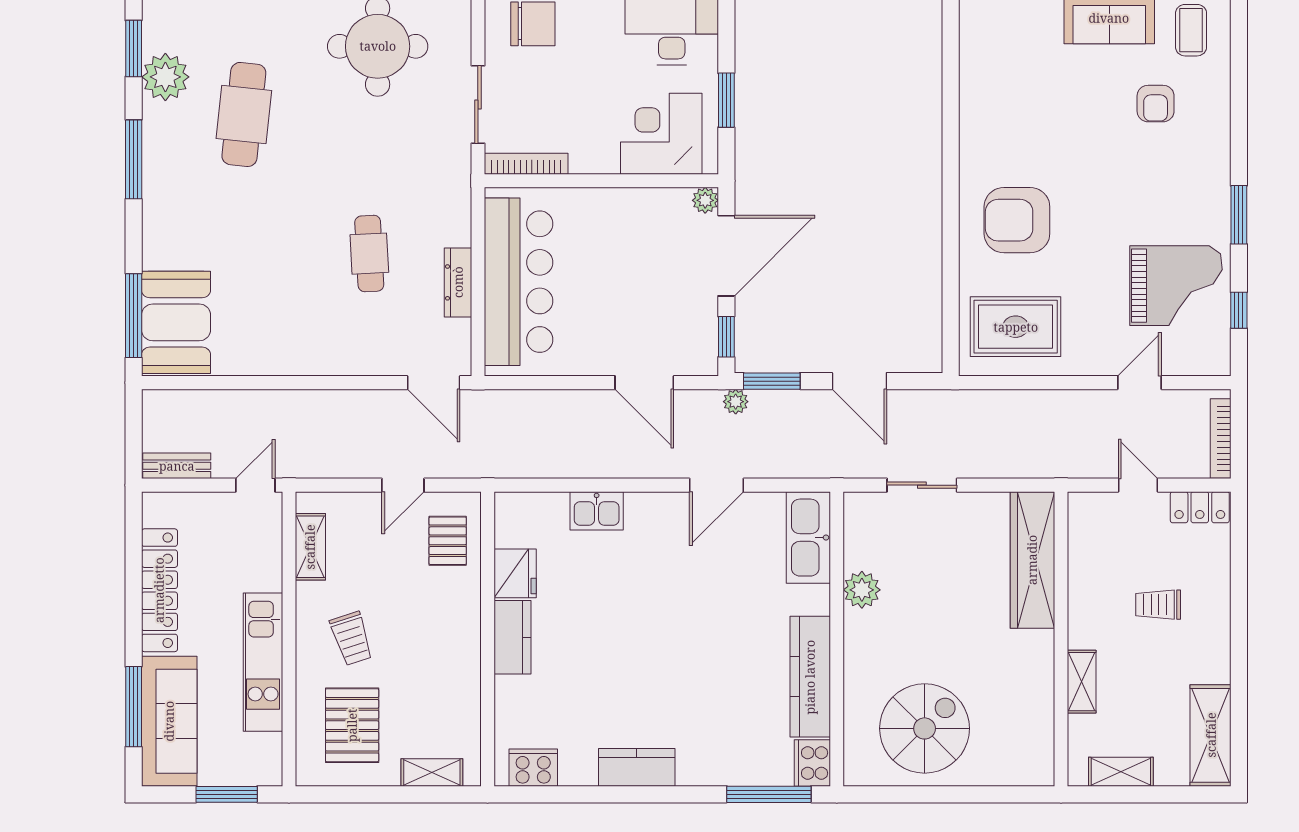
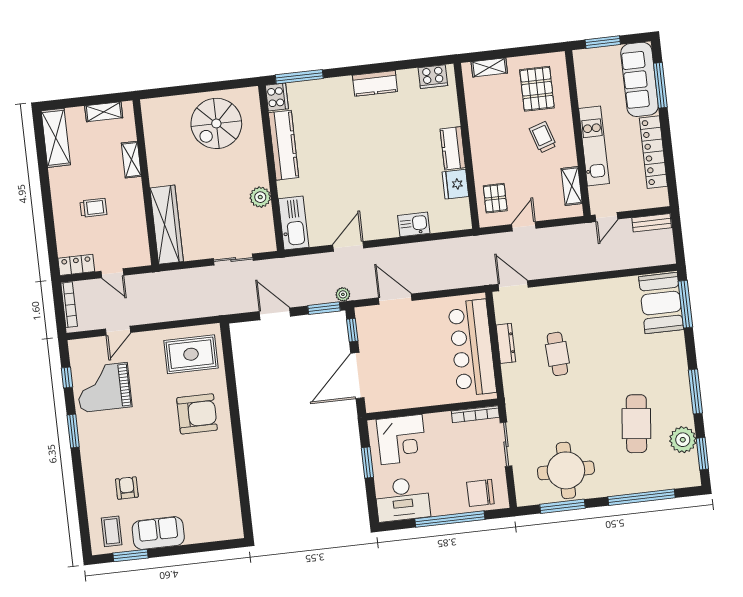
plant: (705, 200) -> (373, 405), removed
kitchen unit: (263, 662) -> (594, 146), moved

